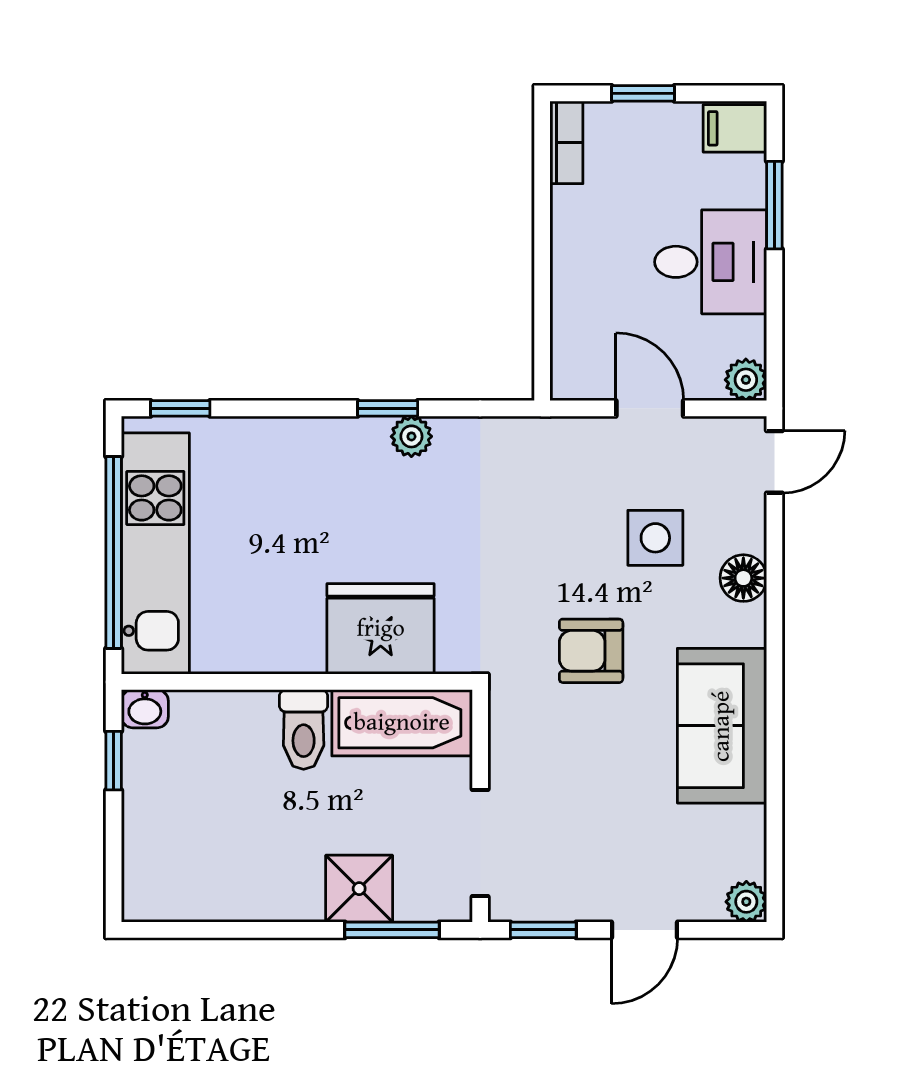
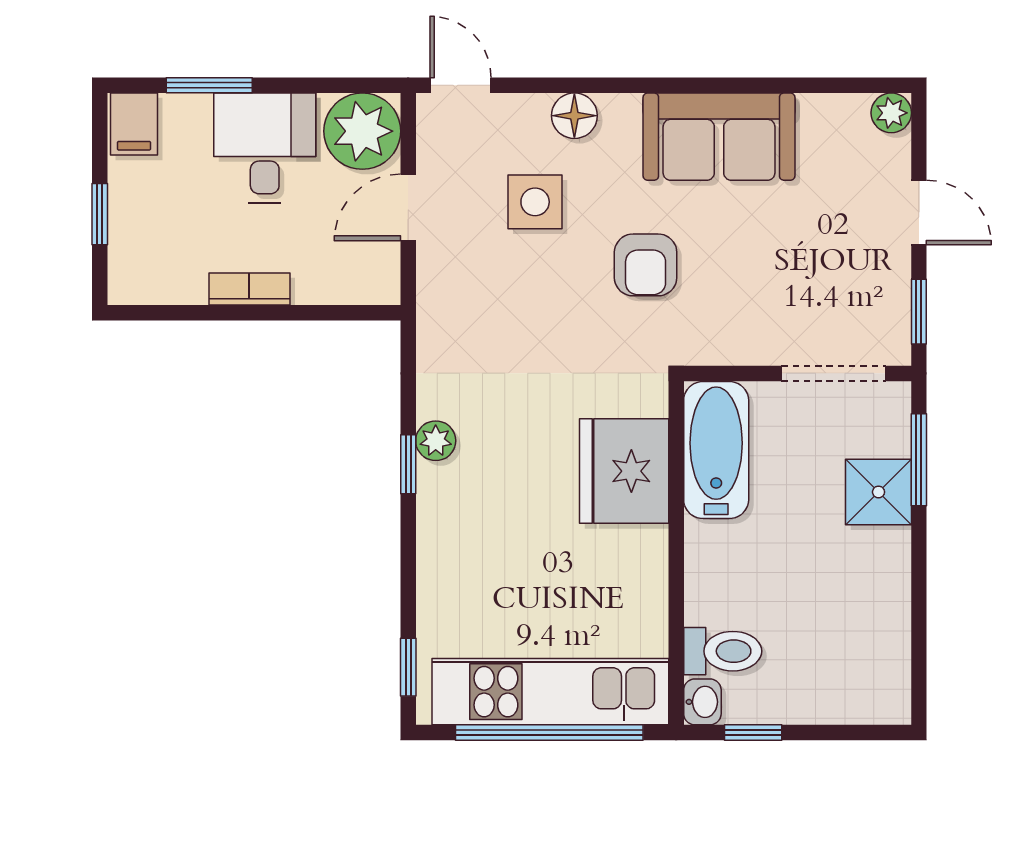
bookcase: (566, 142) -> (249, 289), moved
plant: (746, 380) -> (362, 131), width x1.87, depth x1.87
toilet: (304, 730) -> (723, 651), moved

